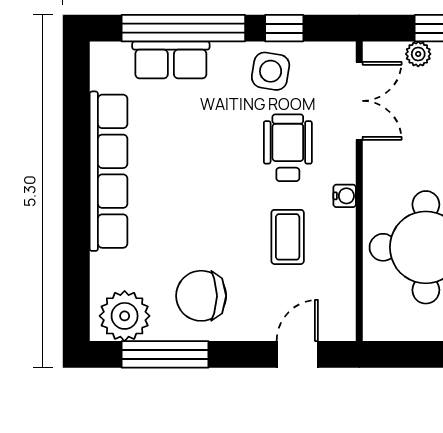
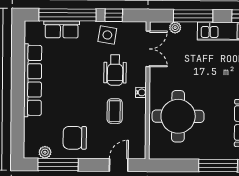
wheelchair: (288, 148) -> (115, 70), turned 180
plant: (125, 316) -> (45, 152), width x0.53, depth x0.53

